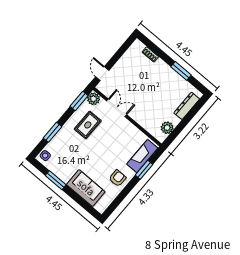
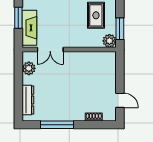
window: (181, 71) -> (57, 125), width x1.44
door: (102, 74) -> (120, 100), moved
double door: (117, 108) -> (50, 50), moved

